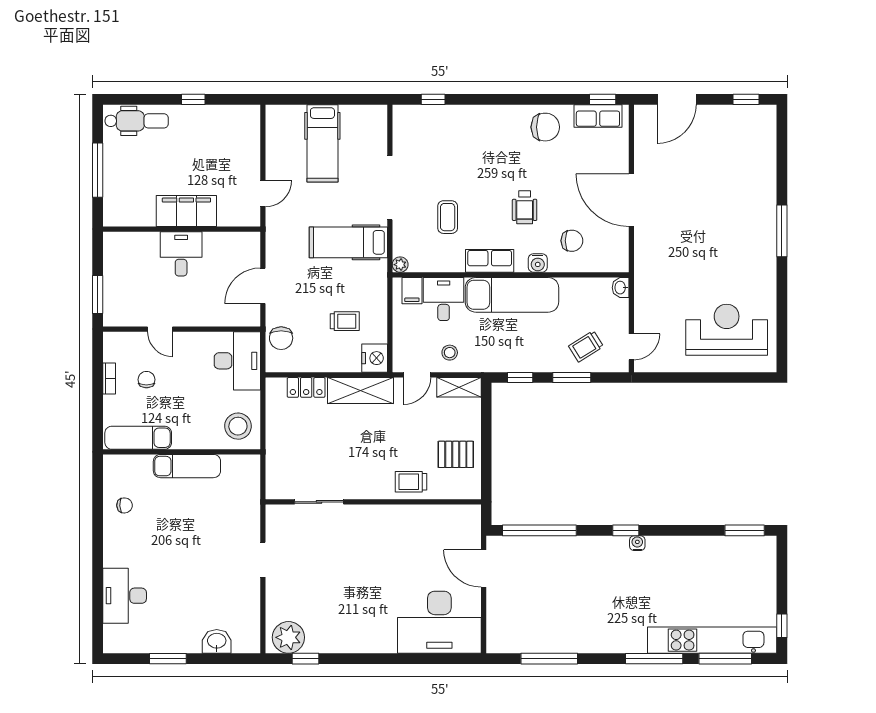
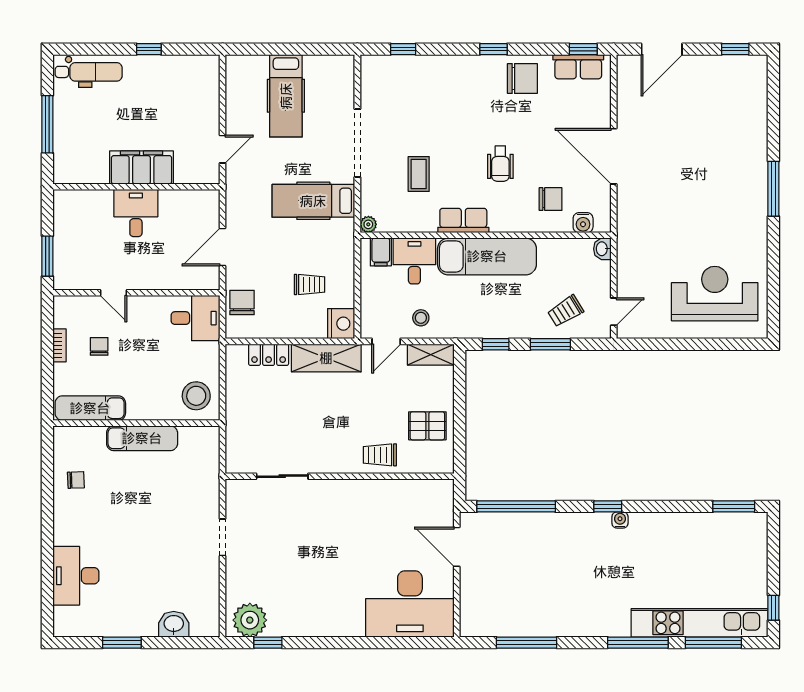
window: (518, 99) -> (493, 49), added
water cooler: (538, 263) -> (583, 223), moved
chair: (281, 338) -> (242, 302), turned 180
desk: (237, 361) -> (195, 318), width x0.73

